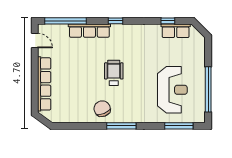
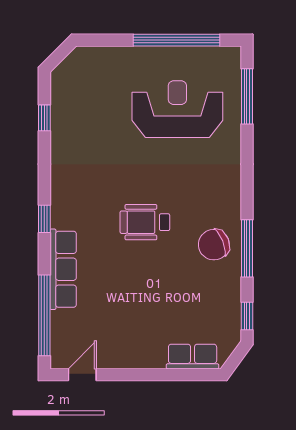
row of seats: (176, 31) -> (63, 103), removed
row of seats: (44, 84) -> (193, 357), width x0.50
window: (65, 126) -> (247, 316), added
window: (121, 126) -> (247, 248), moved

